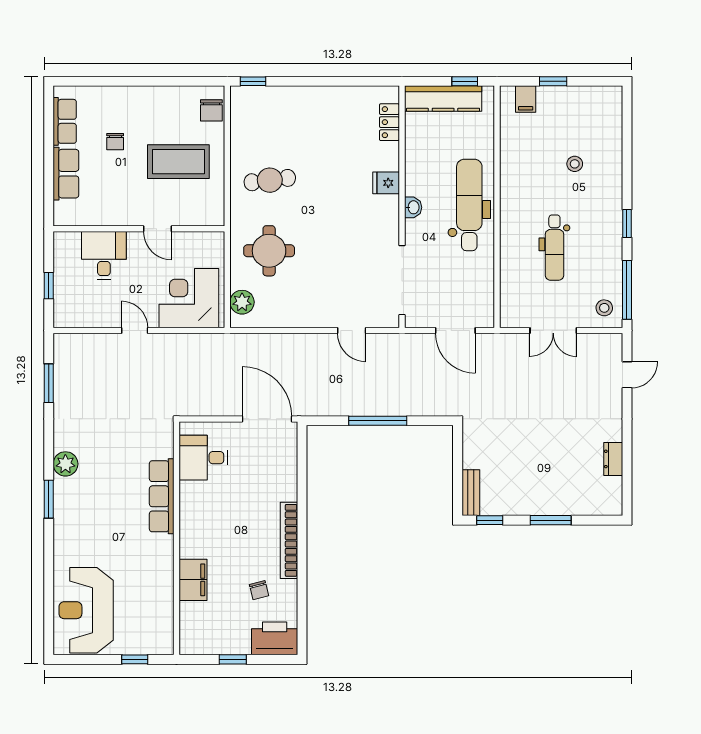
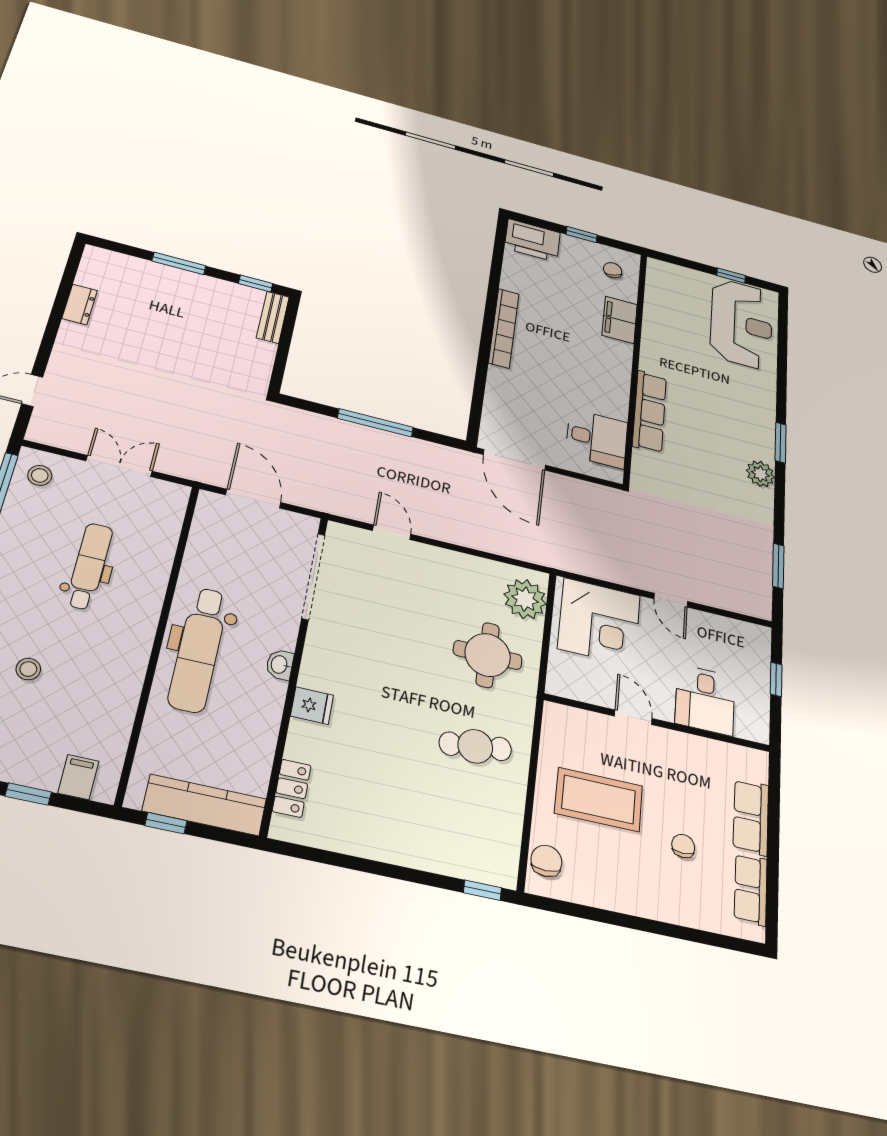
plant: (242, 302) -> (525, 599), width x1.36, depth x1.36
chair: (259, 590) -> (613, 270), moved
window: (135, 659) -> (731, 276), moved

